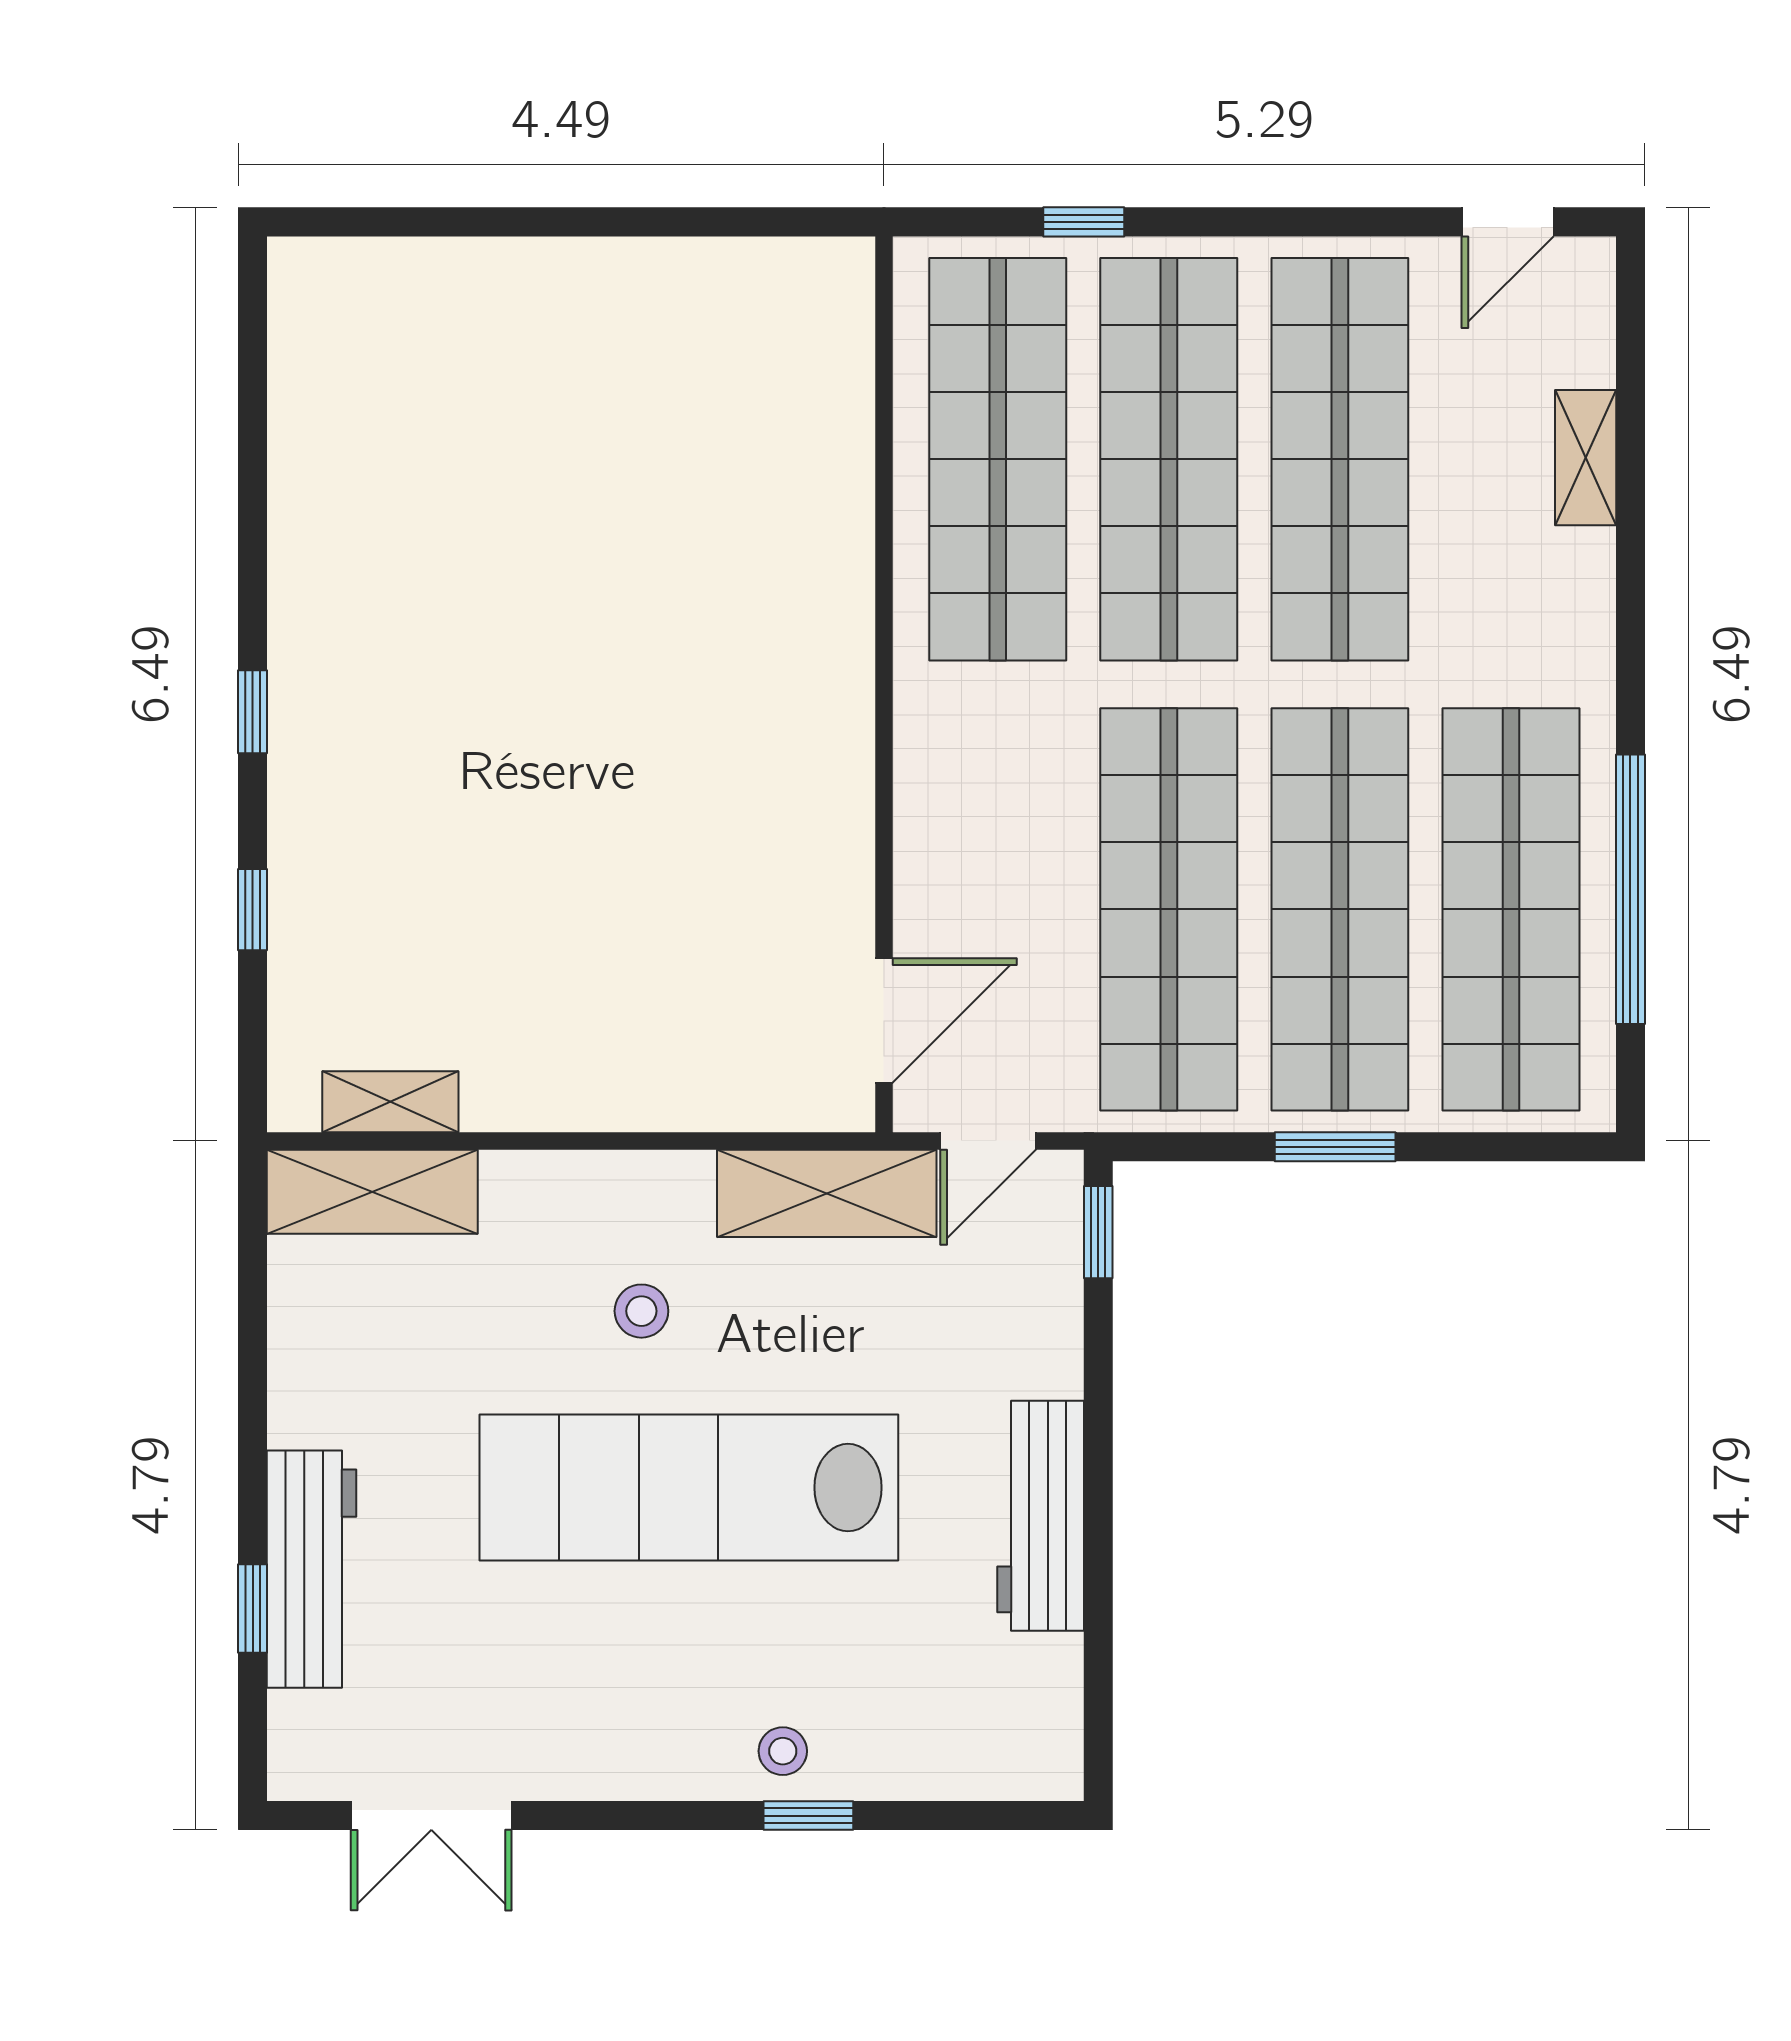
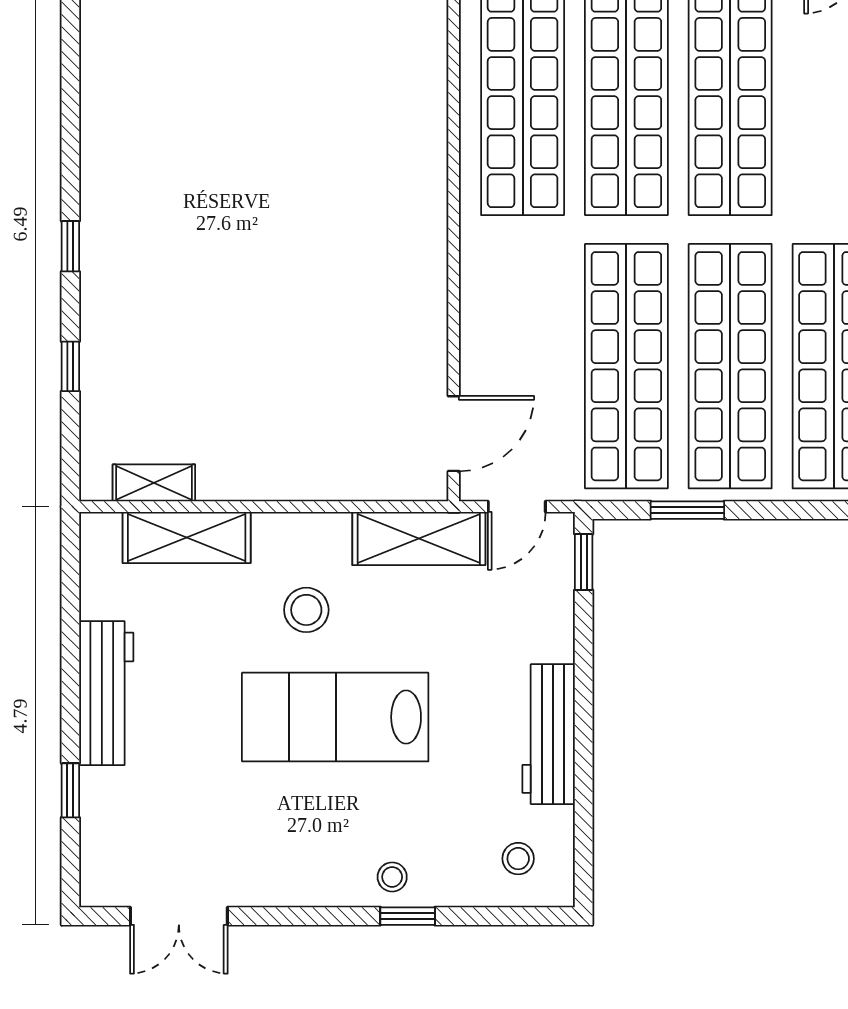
window: (1335, 1147) -> (687, 510), moved
shelving: (372, 1192) -> (187, 538), moved
stool: (641, 1311) -> (306, 610), width x1.37, depth x1.37
lab bench: (689, 1488) -> (335, 717), width x0.73
workbench: (312, 1569) -> (106, 693), moved
stool: (990, 1721) -> (518, 859), added

